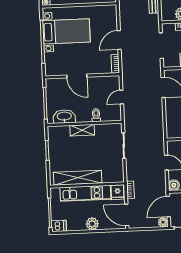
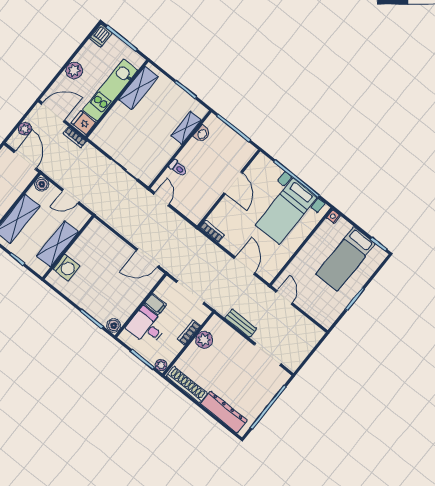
door: (119, 40) -> (245, 266), moved
door: (77, 76) -> (233, 183), swing flipped
door: (122, 97) -> (162, 199), moved
washbasin: (64, 116) -> (202, 134), width x0.52, depth x0.69
shelving: (82, 130) -> (186, 128), moved
shelving: (78, 178) -> (138, 88), width x0.68
plant: (163, 222) -> (25, 129), moved

